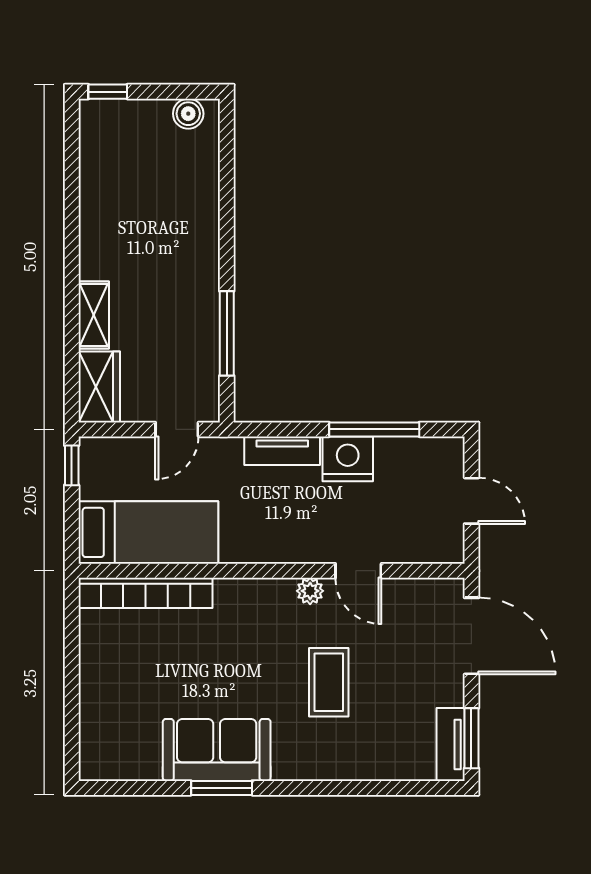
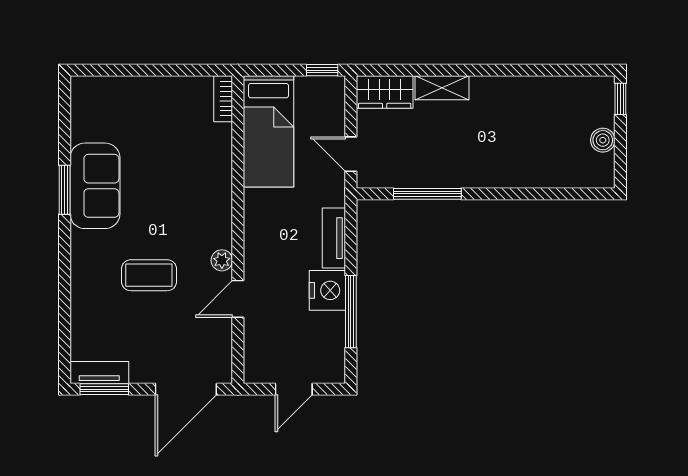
boiler: (188, 114) -> (603, 140), moved
bookcase: (145, 593) -> (223, 99), width x0.43, depth x0.76

